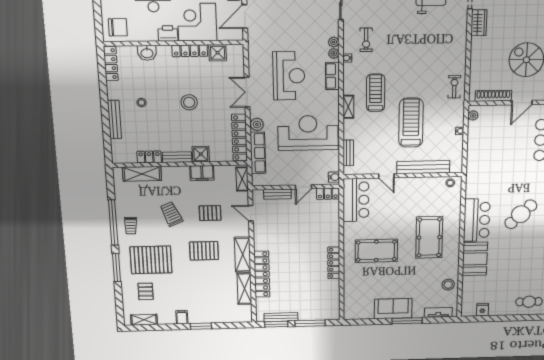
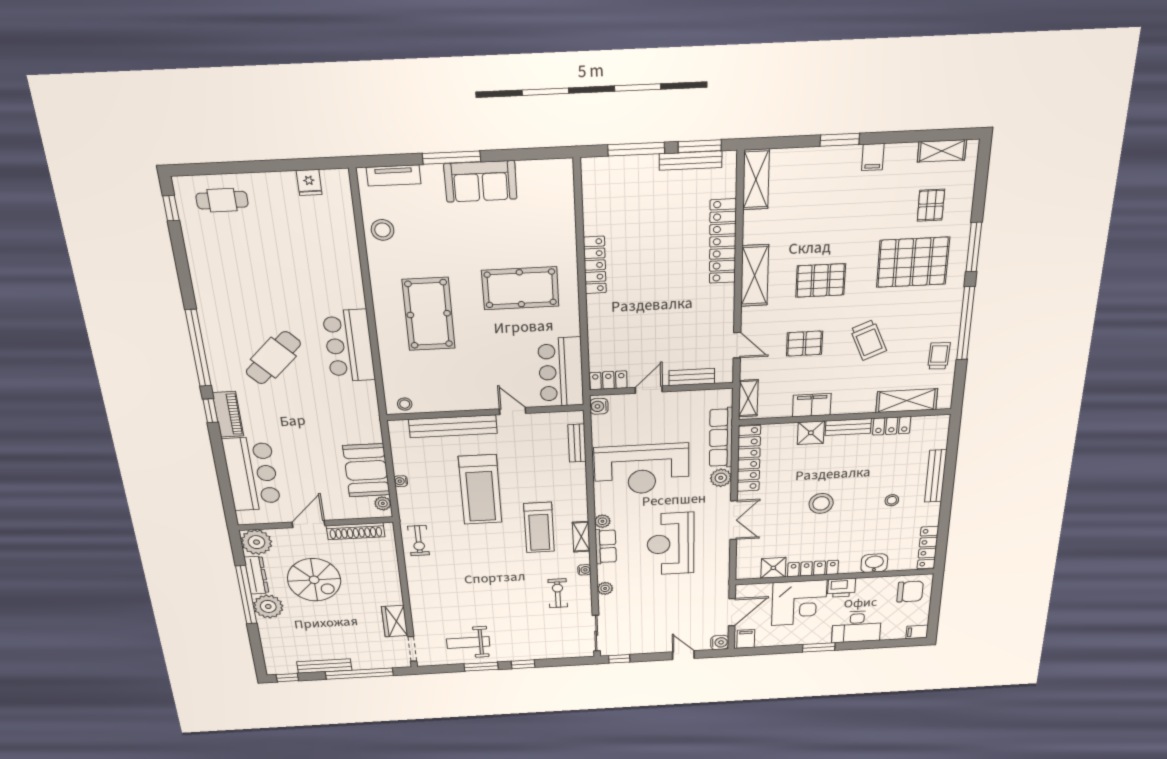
chair: (118, 27) -> (910, 592), turned 180
plant: (334, 53) -> (602, 521), moved
shelving: (348, 107) -> (581, 537), moved
trolley: (131, 226) -> (939, 356), moved
booth: (475, 259) -> (366, 470), moved
shelving: (244, 289) -> (756, 179), moved

